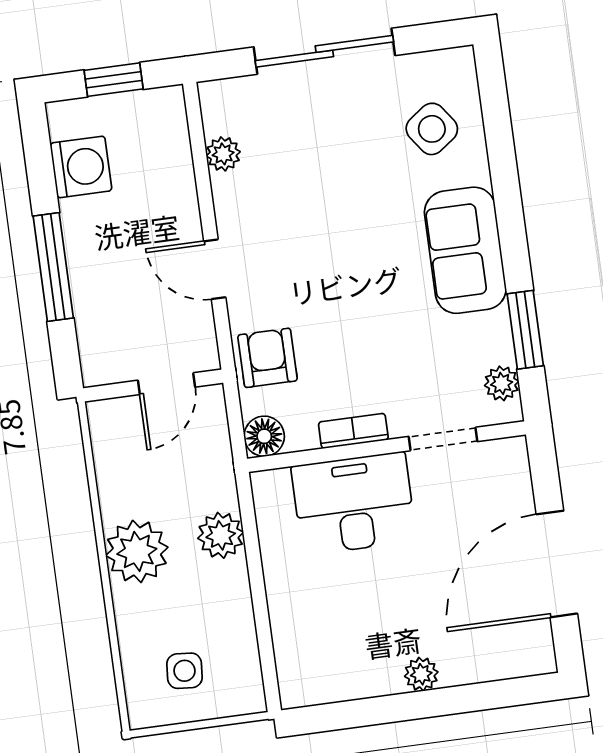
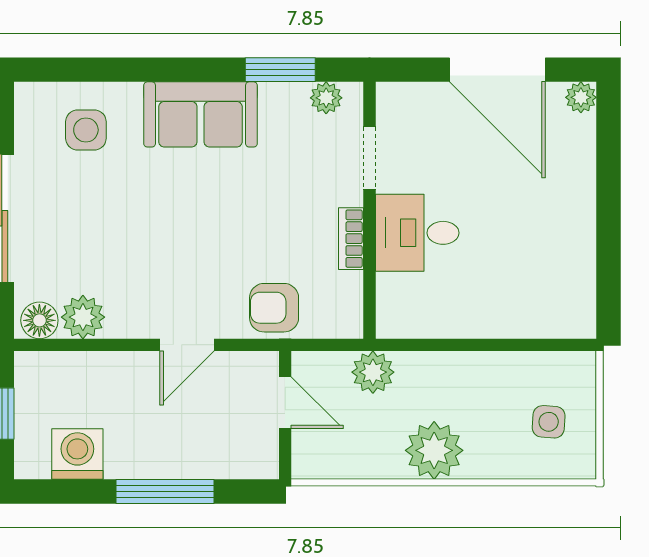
side table: (432, 129) -> (86, 130), turned 36
plant: (223, 154) -> (83, 317), width x1.38, depth x1.38
floor lamp: (264, 436) -> (39, 320), moved
desk: (354, 503) -> (417, 233), width x0.73
plant: (221, 535) -> (373, 372), moved
plant: (421, 674) -> (581, 97), moved

